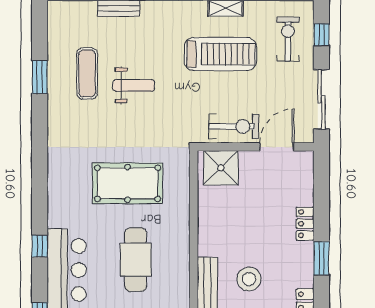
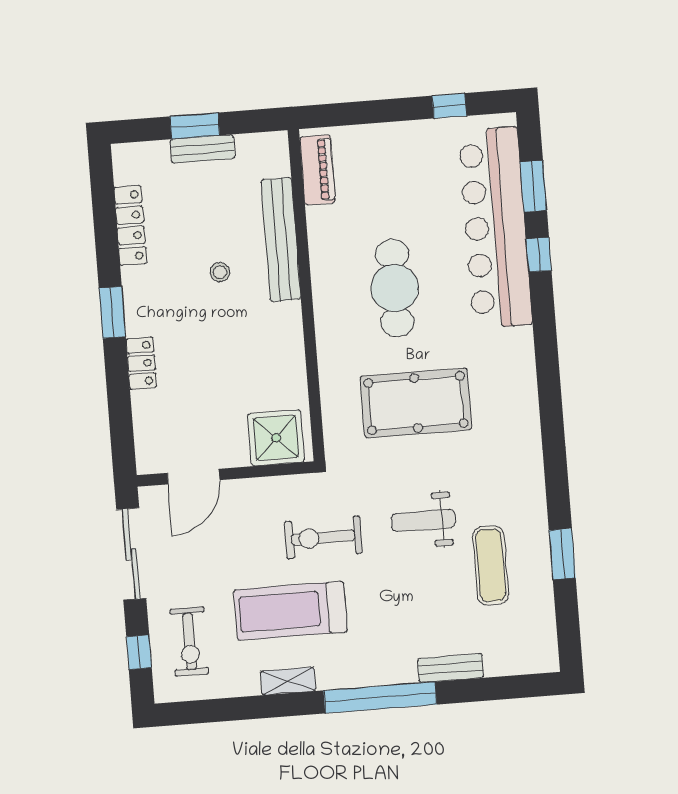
weight bench: (134, 85) -> (423, 520), moved
exercise bike: (234, 126) -> (323, 537), moved
window: (40, 246) -> (539, 255), moved
stool: (249, 279) -> (220, 272), width x0.53, depth x0.53

